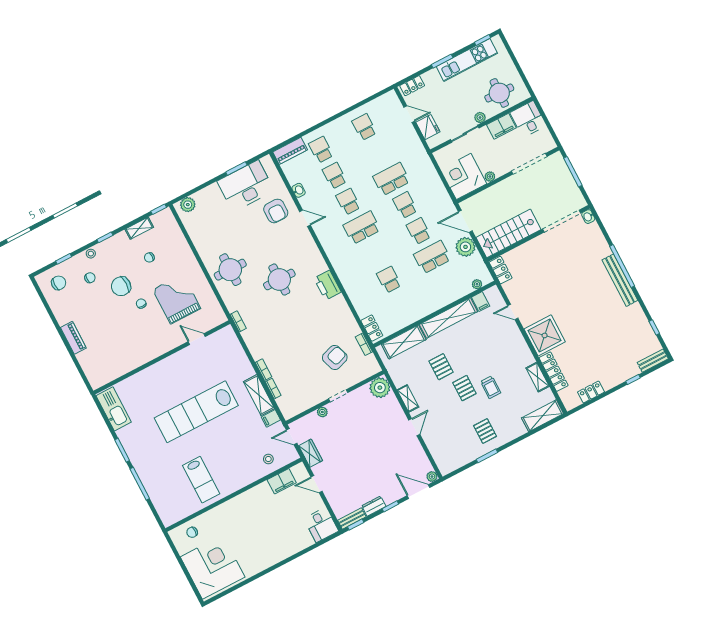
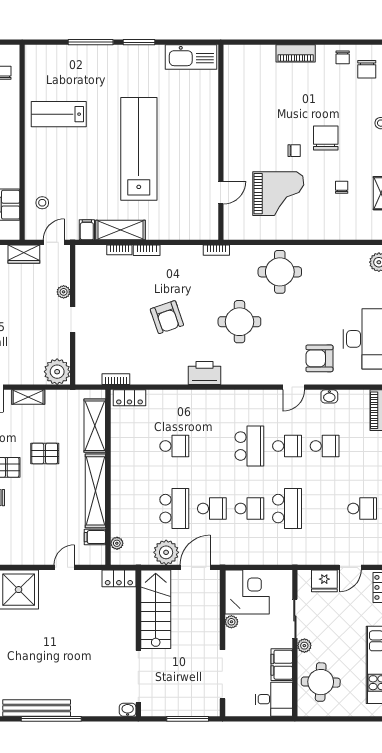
school desk: (321, 150) -> (362, 446), removed
chair: (90, 278) -> (343, 57), moved
armchair: (335, 358) -> (167, 317), moved

